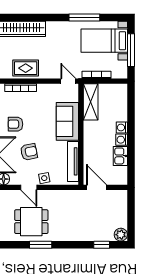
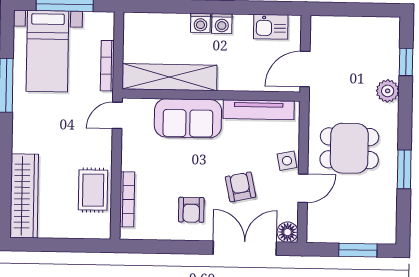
shelving: (91, 102) -> (169, 77), width x1.47
kitchen sink: (120, 156) -> (271, 27), moved
dining table: (31, 222) -> (349, 148), moved, turned 90
plant: (121, 235) -> (388, 91), moved

